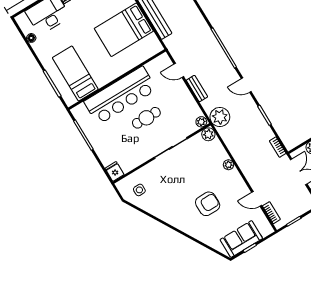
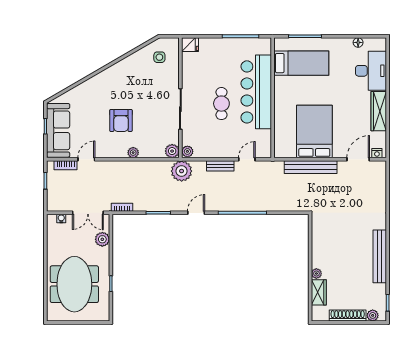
armchair: (208, 204) -> (121, 120), moved
sofa: (241, 239) -> (58, 130), width x1.36

